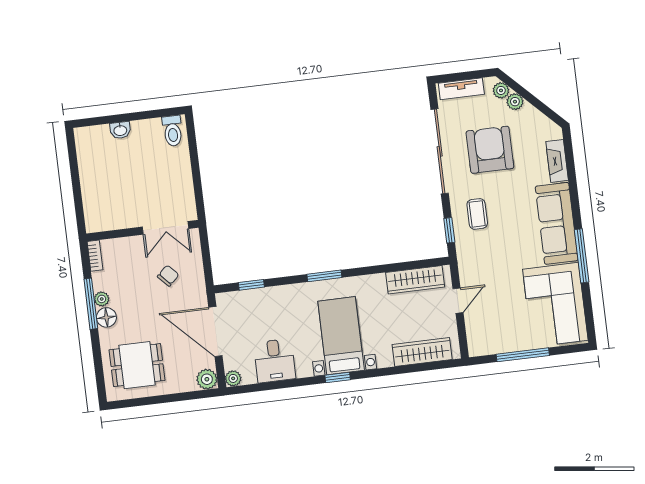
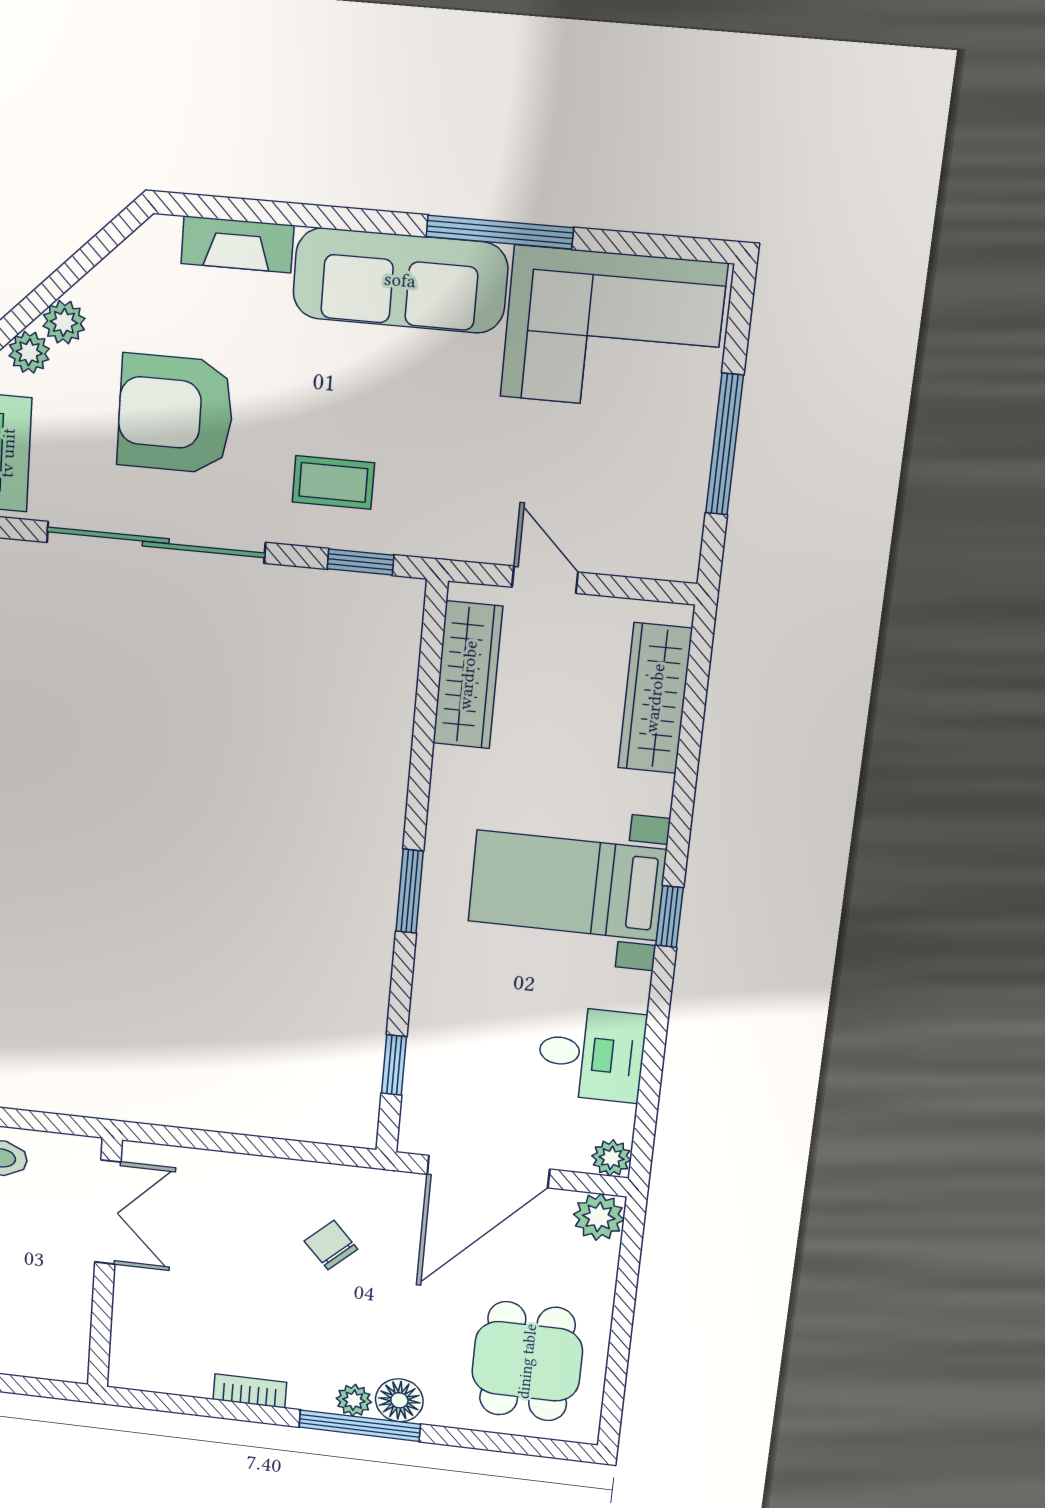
double door: (166, 228) -> (108, 1212), moved
wall: (142, 231) -> (105, 1264), moved

